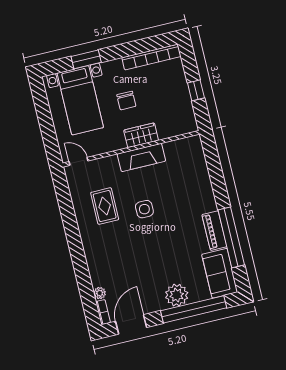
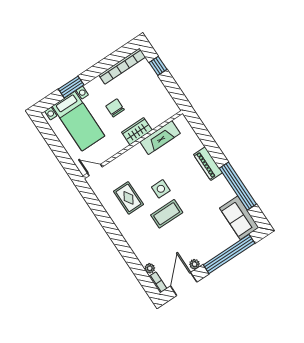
window: (196, 90) -> (158, 66), moved
chair: (126, 101) -> (115, 108), turned 180
fireplace: (141, 157) -> (160, 138), moved
piano: (214, 231) -> (208, 164), moved
coffee table: (141, 239) -> (167, 214), added
plant: (177, 295) -> (195, 264), moved, width x0.53, depth x0.53

